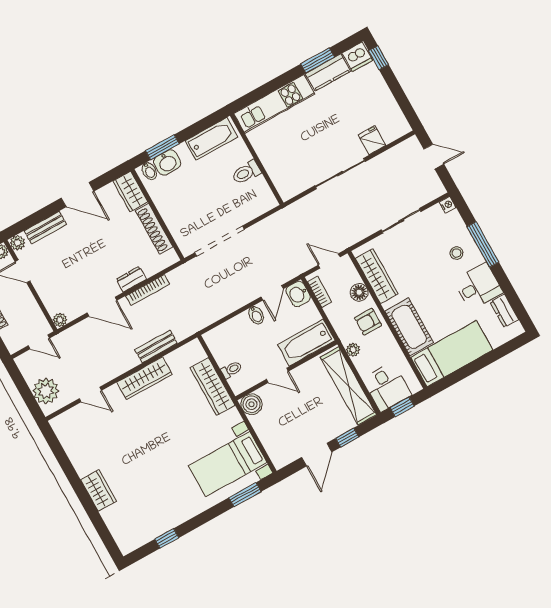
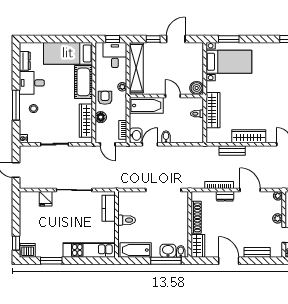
kitchen counter: (328, 72) -> (109, 208), moved, turned -90
window: (162, 147) -> (166, 261), width x1.44
plant: (18, 243) -> (278, 218), moved
armchair: (368, 322) -> (105, 98), turned -90

